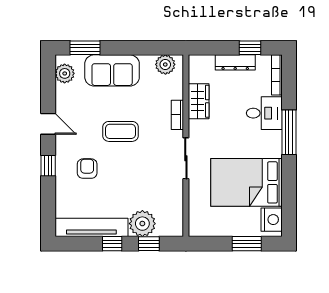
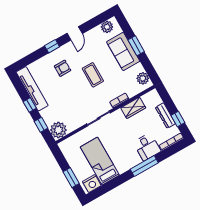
window: (85, 48) -> (136, 46), moved
bed: (247, 182) -> (100, 161), width x0.67
plant: (142, 224) -> (58, 130), moved

